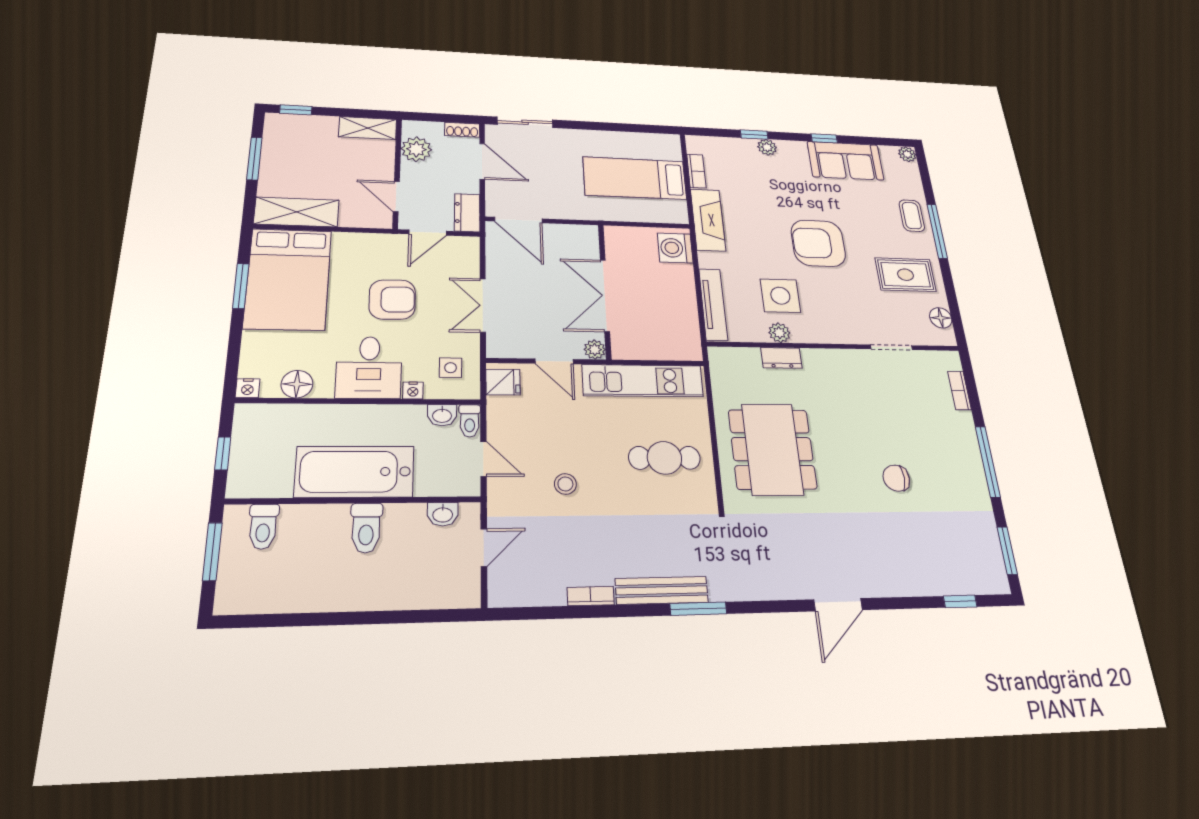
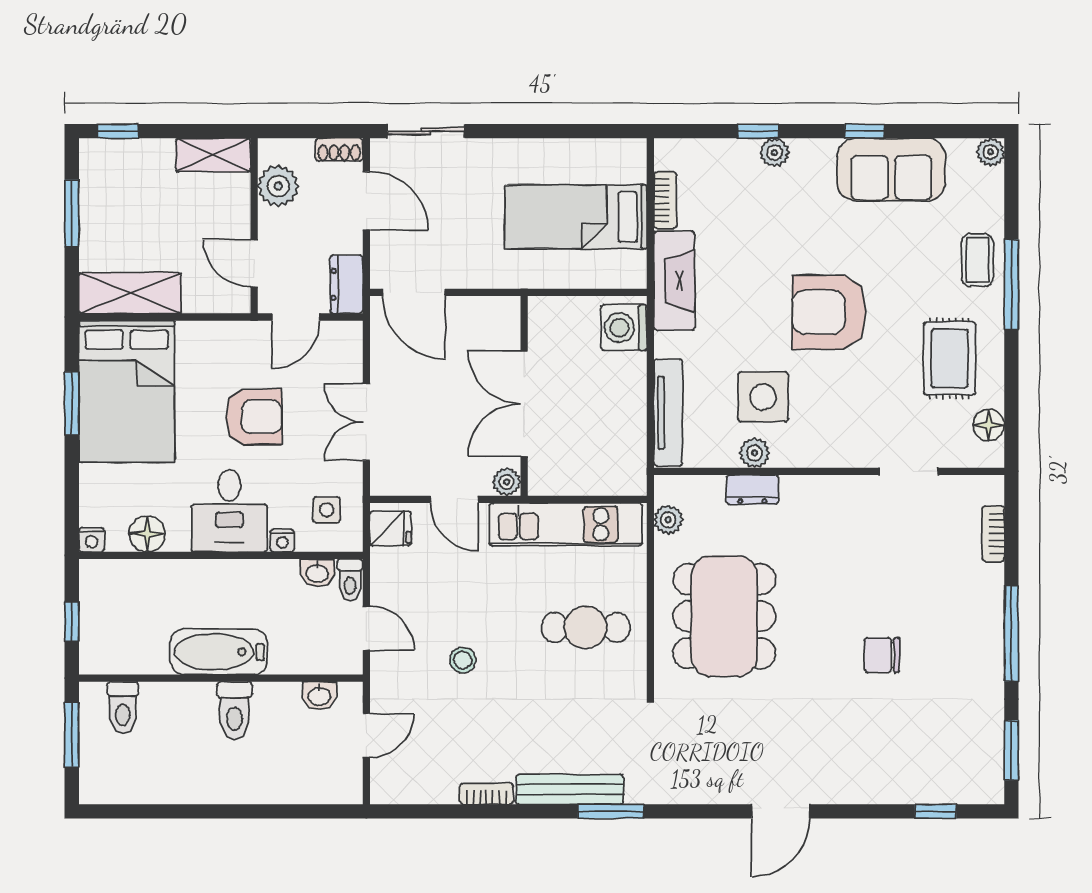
rug: (906, 275) -> (950, 358), turned 90
plant: (721, 378) -> (668, 520), added
bathtub: (355, 472) -> (219, 652), width x0.73, depth x0.73

